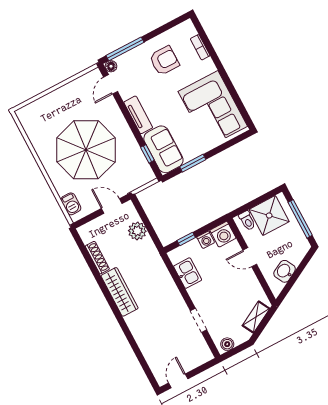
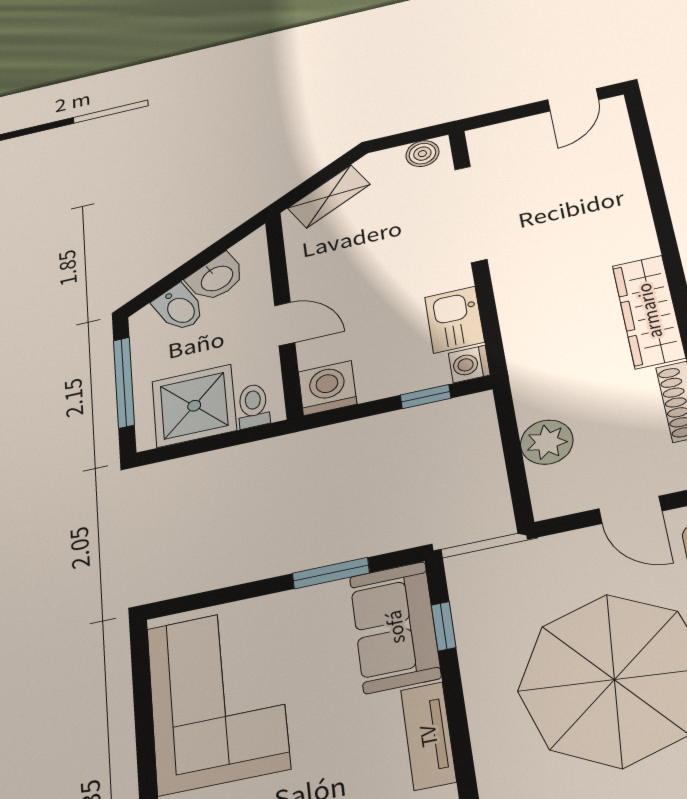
door: (112, 206) -> (630, 510), moved
washing machine: (206, 240) -> (469, 364), moved, turned -90
bidet: (293, 255) -> (179, 308), added
doorway: (198, 320) -> (471, 214), width x1.88

